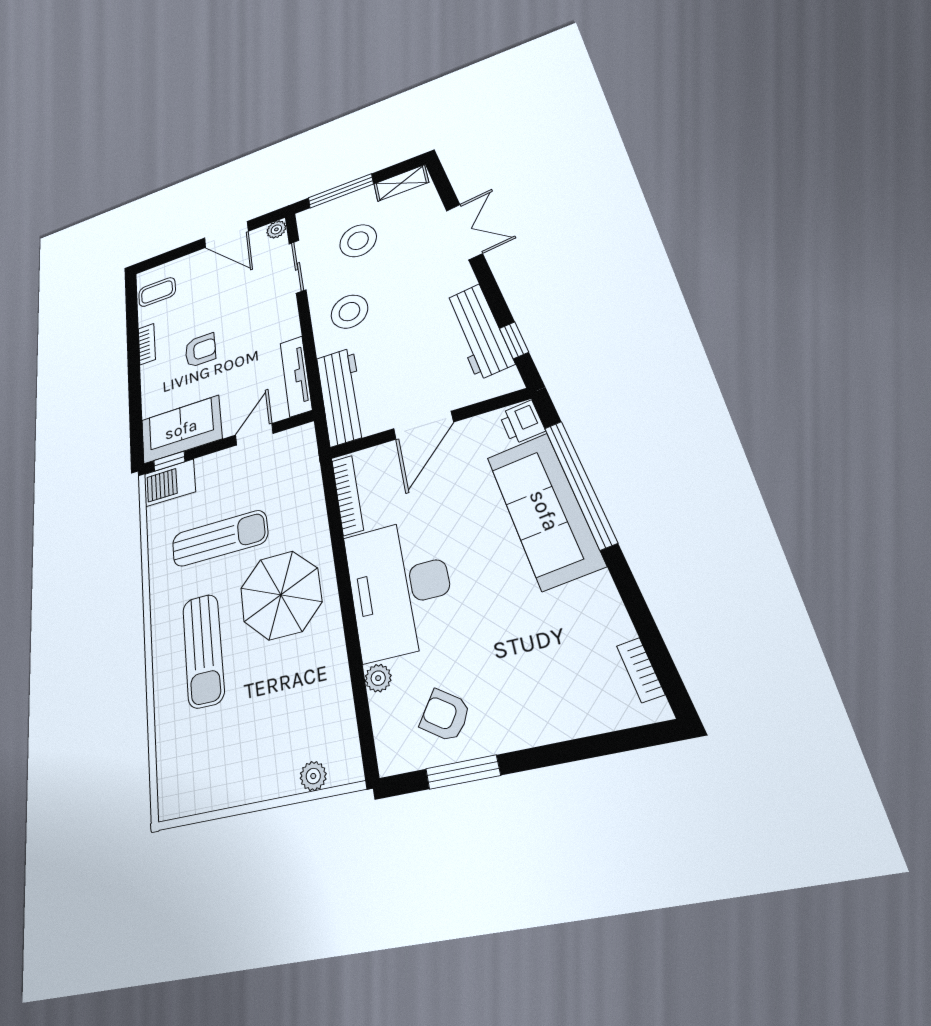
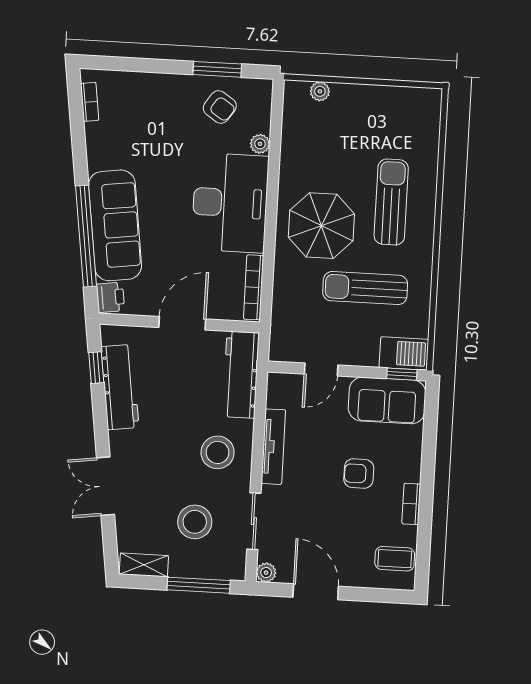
tv unit: (296, 376) -> (273, 447), moved

